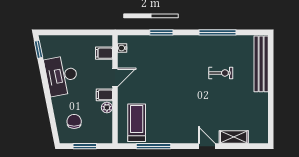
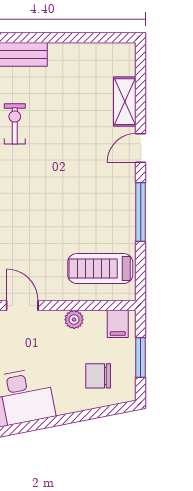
filing cabinet: (104, 95) -> (118, 324), moved
window: (153, 146) -> (141, 212), moved

